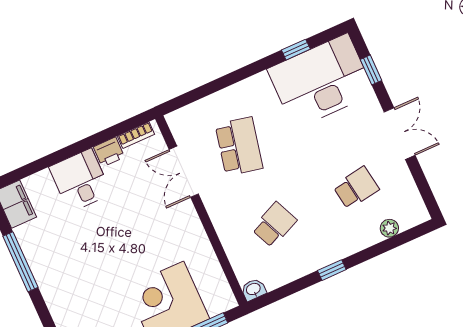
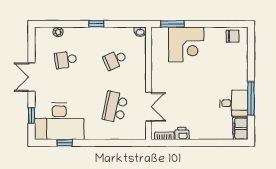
desk: (80, 180) -> (234, 103), moved, turned -90

